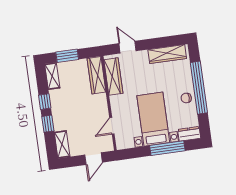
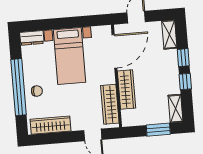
wardrobe: (96, 75) -> (127, 89), moved
chair: (186, 98) -> (37, 91), moved
door: (112, 126) -> (114, 51), width x1.87
window: (167, 148) -> (56, 24), removed

